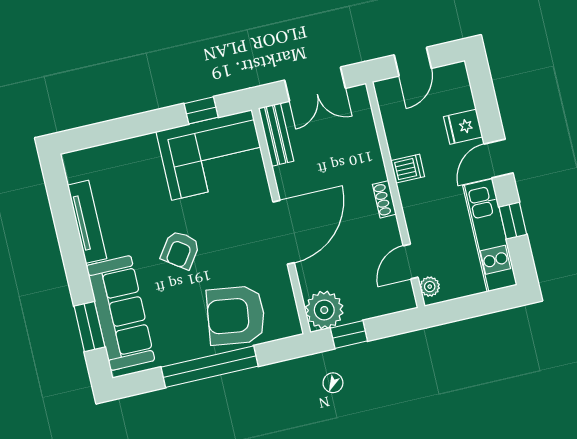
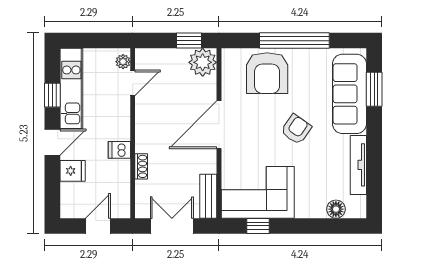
floor lamp: (103, 157) -> (336, 209), added
shoe rack: (384, 199) -> (141, 166), moved
armchair: (236, 315) -> (267, 73), turned 82

